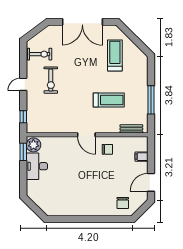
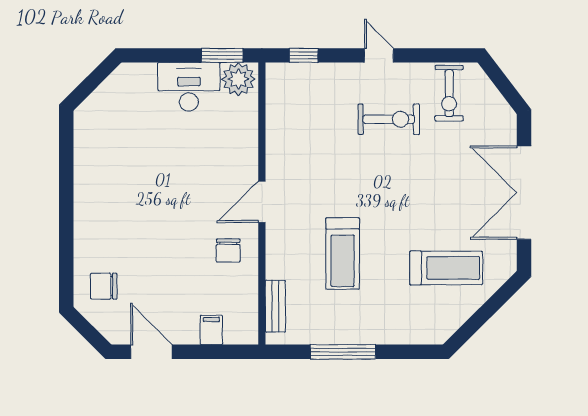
exercise bike: (51, 80) -> (389, 119), turned 180

